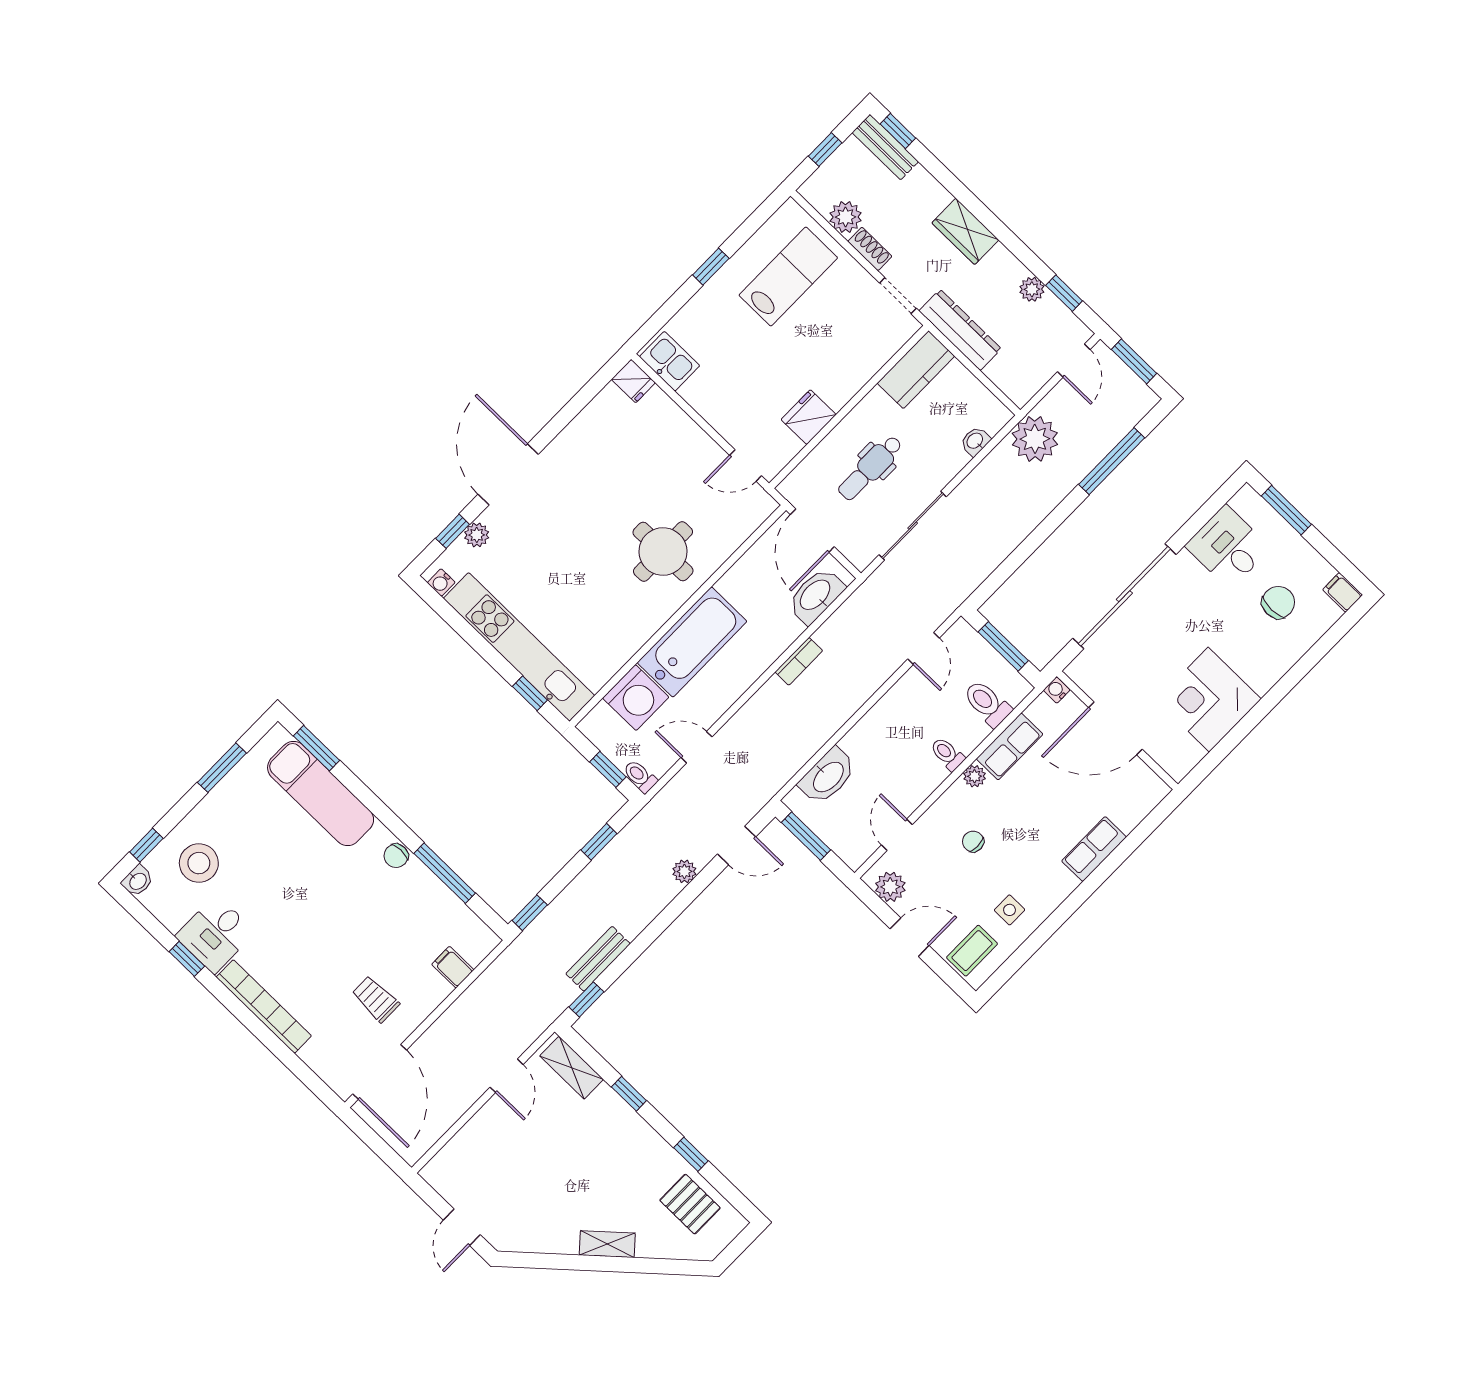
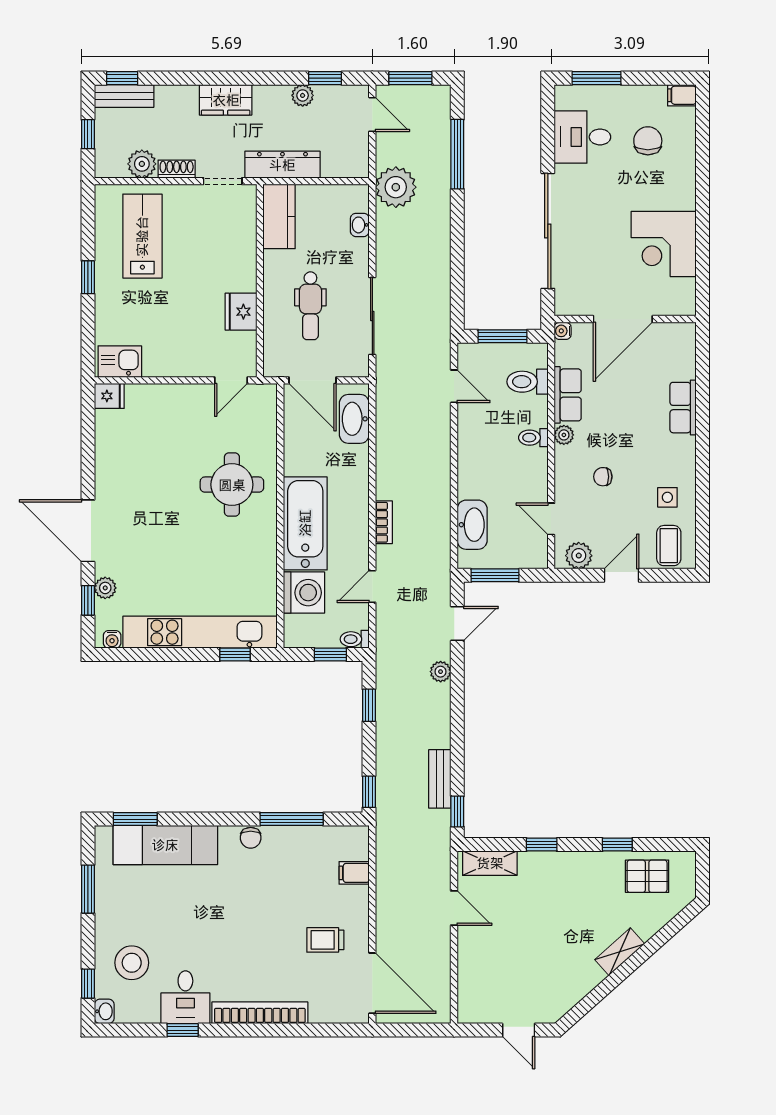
bookcase: (799, 661) -> (384, 522), moved

